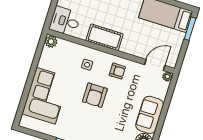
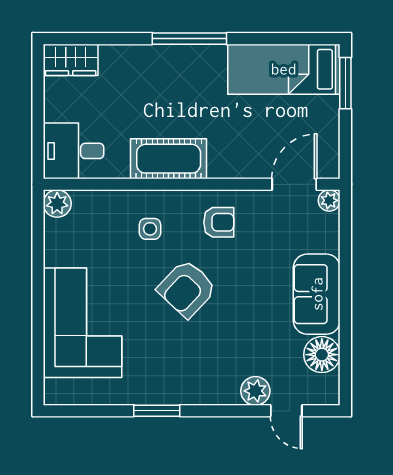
armchair: (95, 95) -> (187, 289), turned 43

